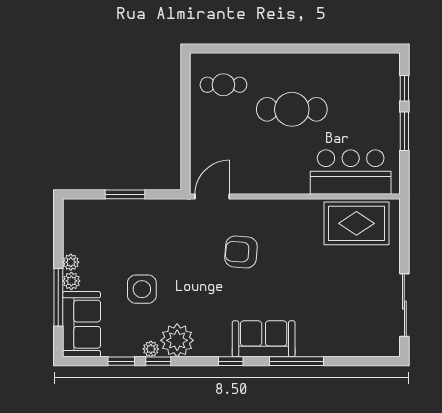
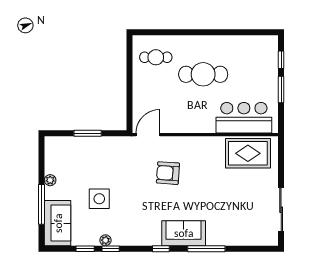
plant: (71, 281) -> (51, 193), removed
plant: (177, 340) -> (124, 234), removed

